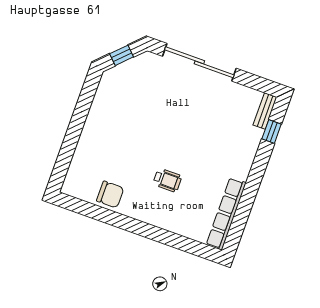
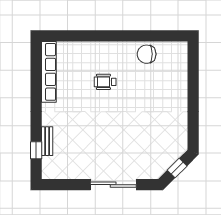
sliding door: (199, 62) -> (113, 185), width x0.73
bench: (265, 111) -> (47, 141), moved

